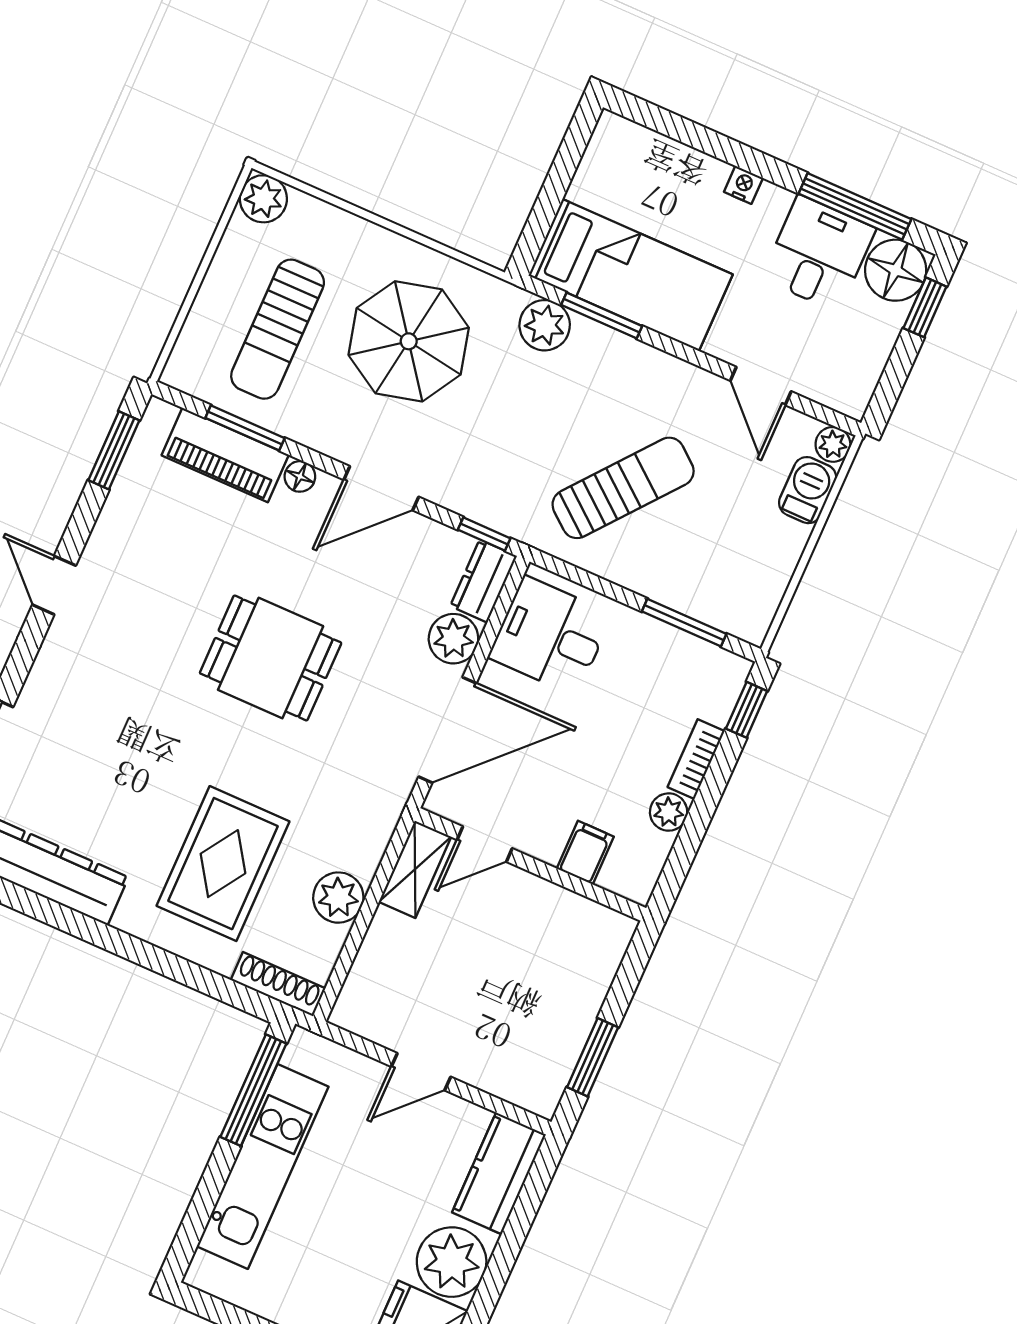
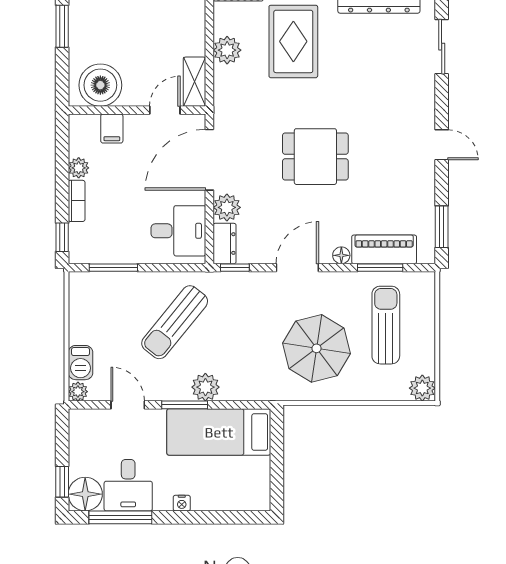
window: (602, 316) -> (185, 405), moved
plant: (545, 325) -> (205, 387), moved
boiler: (572, 932) -> (100, 85), added

